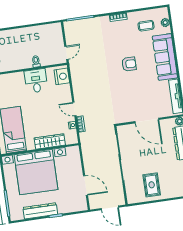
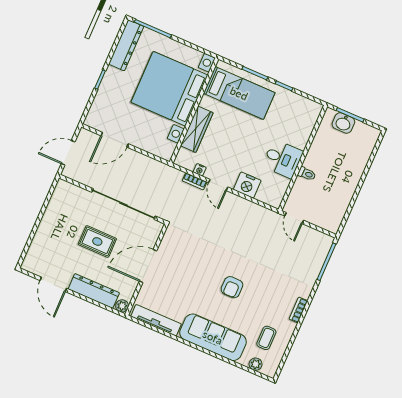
nightstand: (62, 76) -> (247, 185), moved
door: (74, 109) -> (218, 185), swing flipped
rug: (152, 185) -> (97, 242), moved
dresser: (40, 211) -> (126, 45), moved

